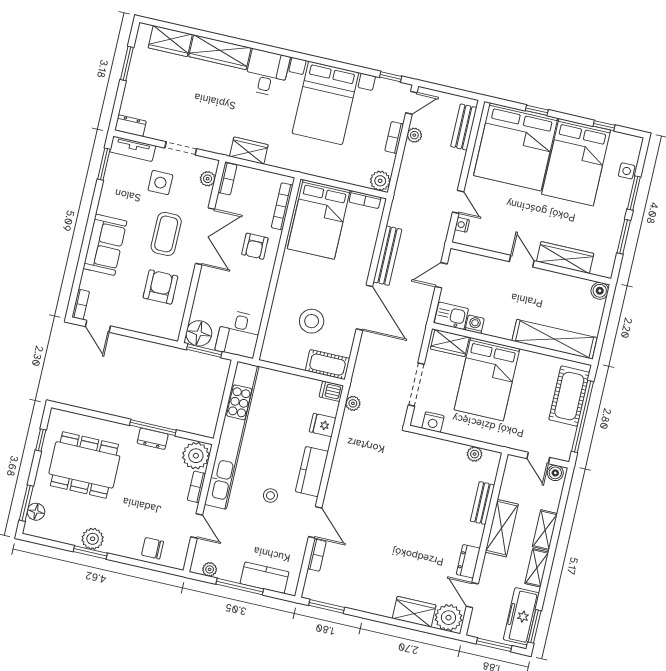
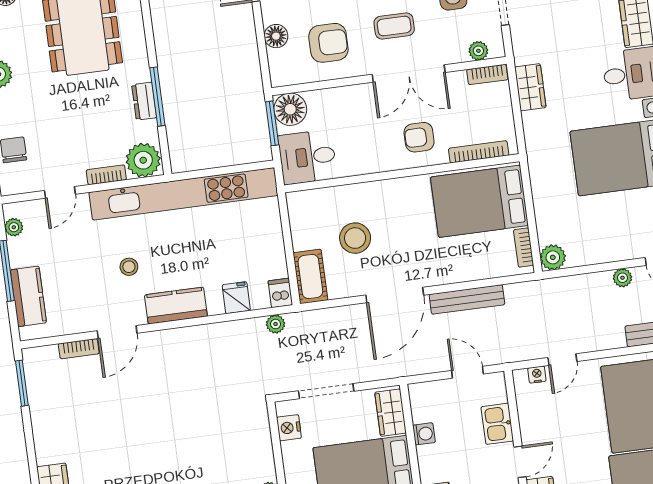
bookcase: (394, 137) -> (611, 255), removed
coffee table: (166, 234) -> (394, 26), width x0.73, depth x0.77
kitchen sink: (451, 316) -> (497, 424), moved, turned 180
floor lamp: (141, 324) -> (276, 36), added

